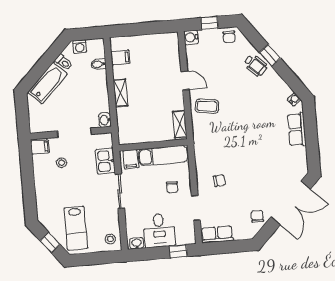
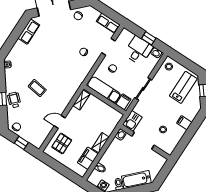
water cooler: (191, 37) -> (38, 143), removed
filing cabinet: (120, 57) -> (88, 158), width x2.00
pallet: (163, 58) -> (62, 143), added
door: (185, 80) -> (60, 122), hinge flipped
coffee table: (207, 106) -> (37, 88), moved
row of seats: (297, 130) -> (29, 32), moved
filing cabinet: (40, 147) -> (184, 123), moved
kitchen sink: (105, 161) -> (132, 121), moved
window: (178, 251) -> (149, 38), moved

